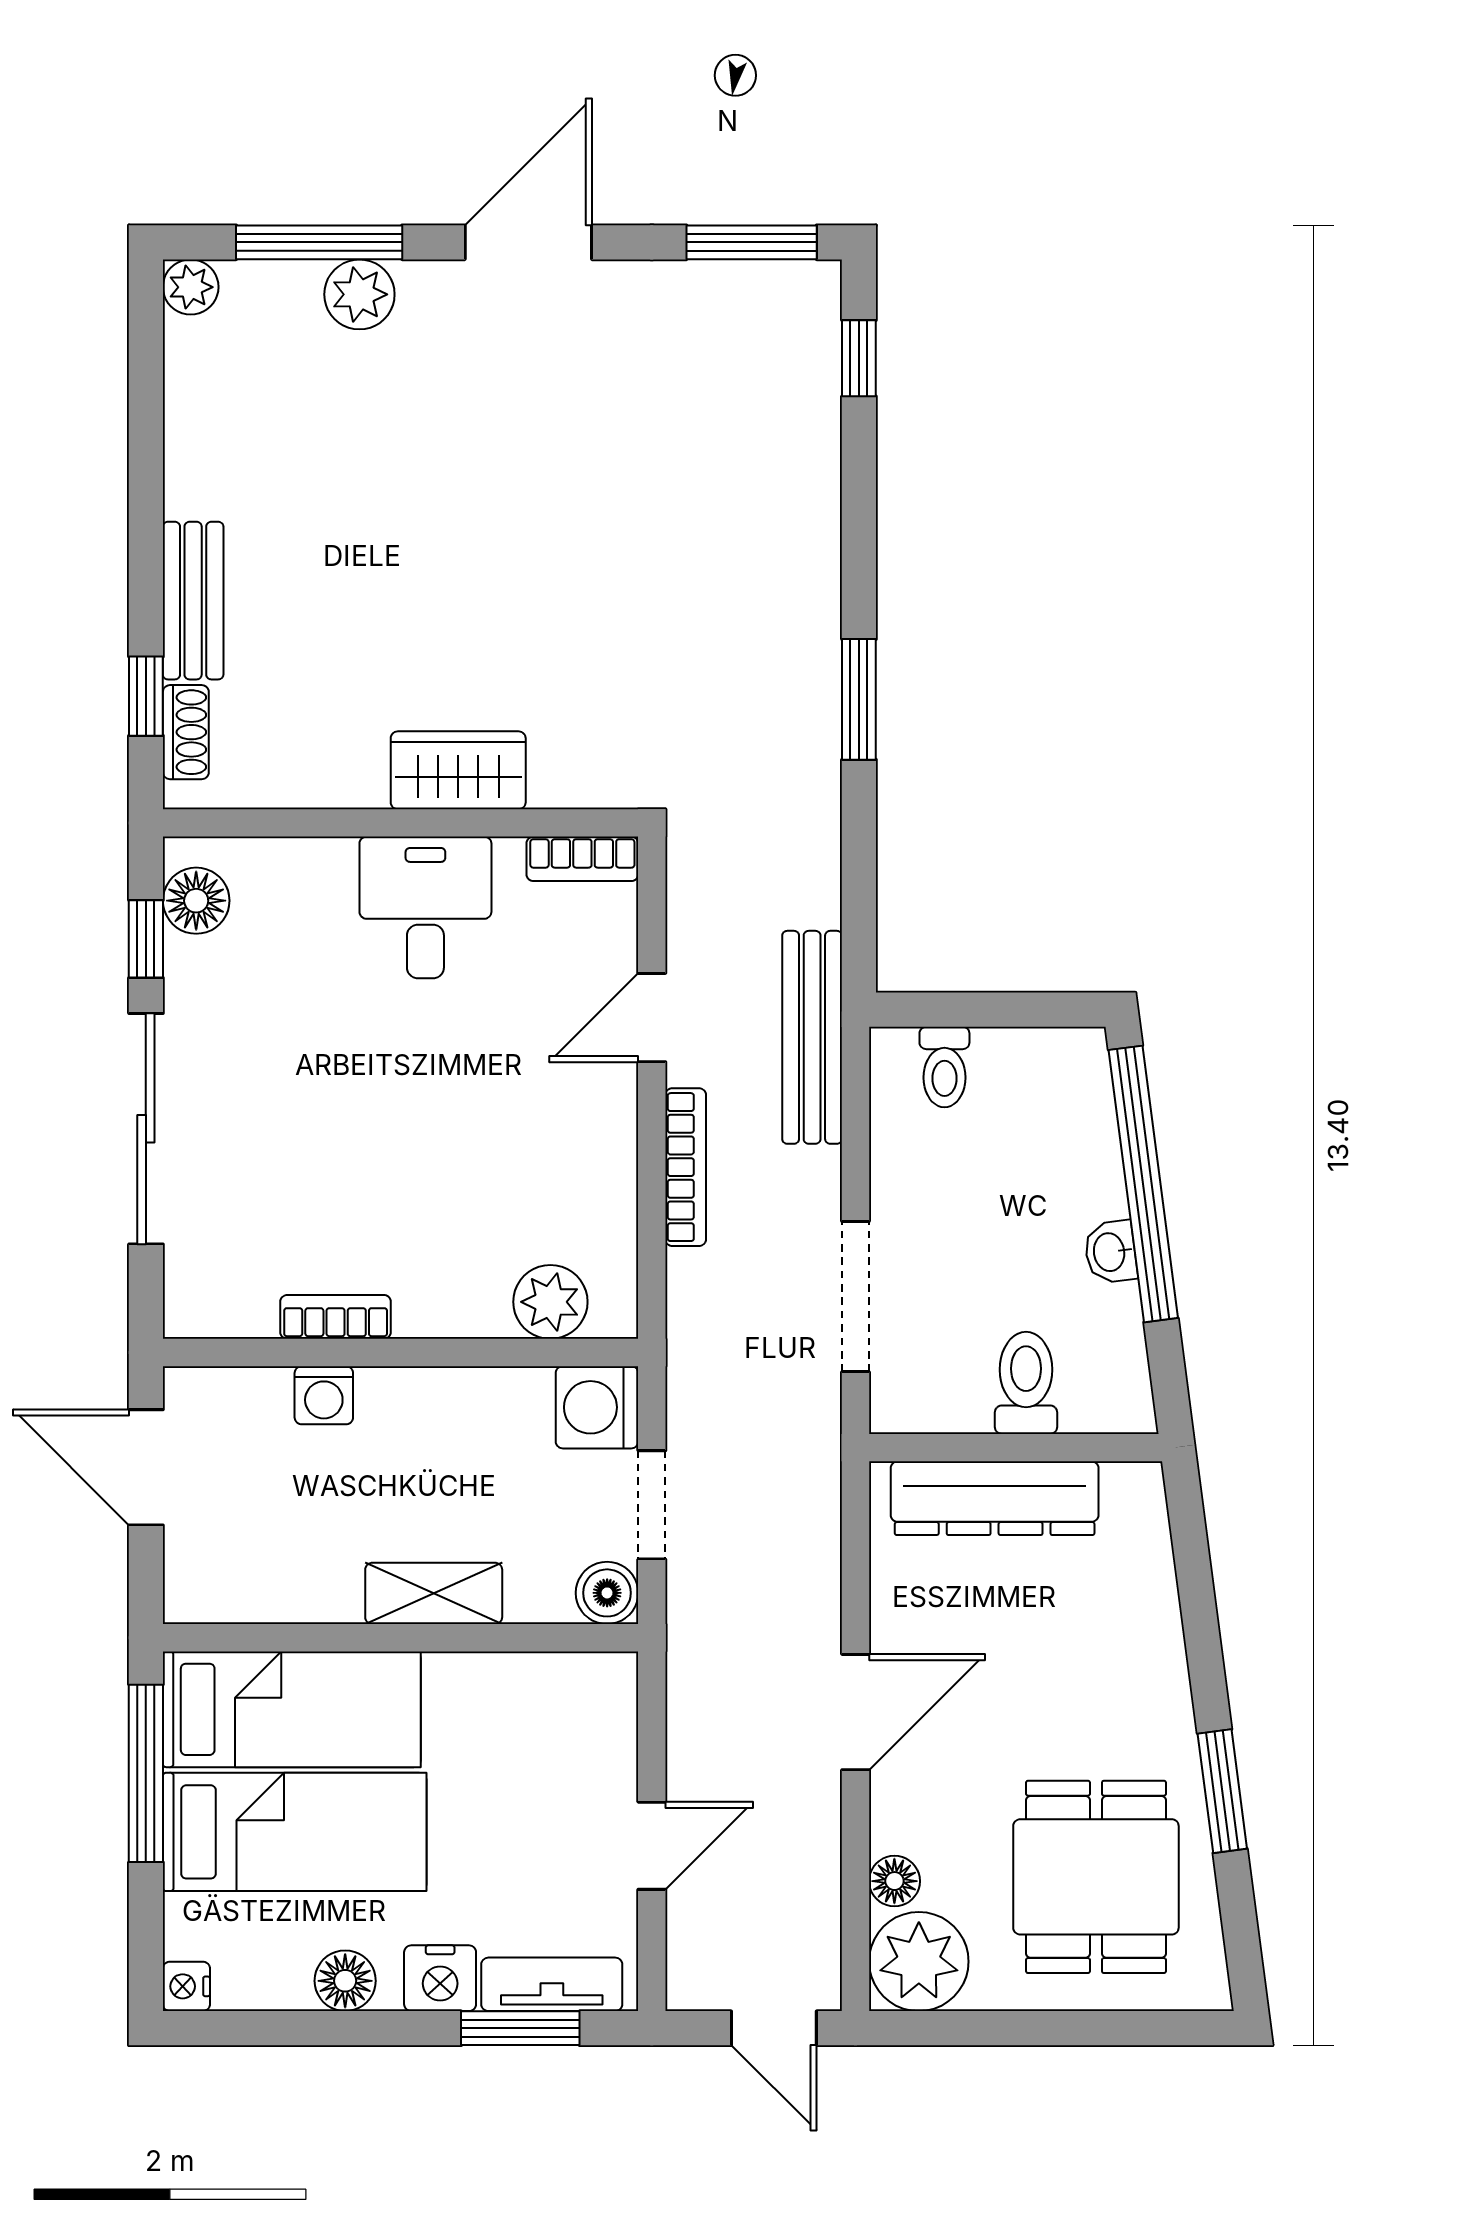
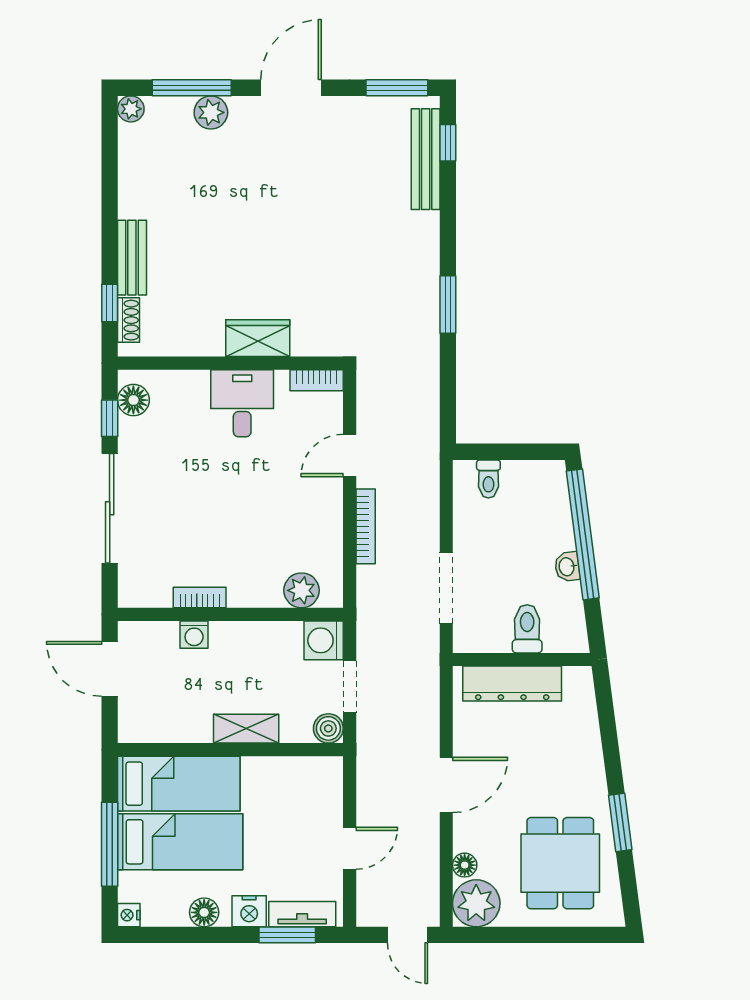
bench: (812, 1037) -> (426, 159), moved
window: (146, 1773) -> (110, 844), moved

